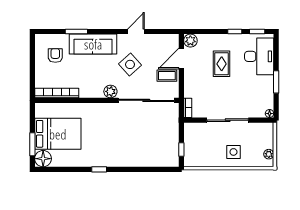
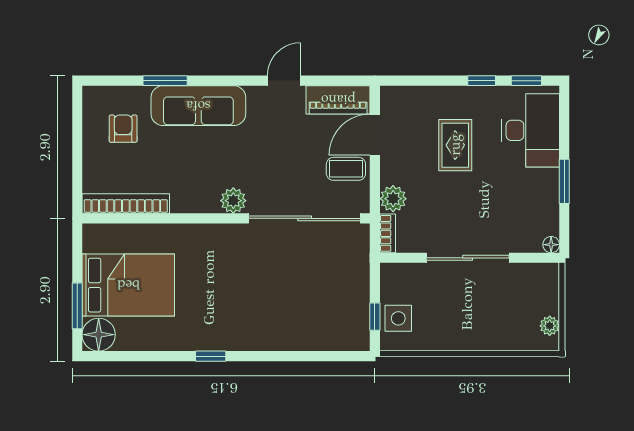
piano: (163, 41) -> (338, 100), added
plant: (190, 41) -> (393, 199), moved
side table: (130, 64) -> (272, 147), removed
side table: (233, 152) -> (398, 318), moved

